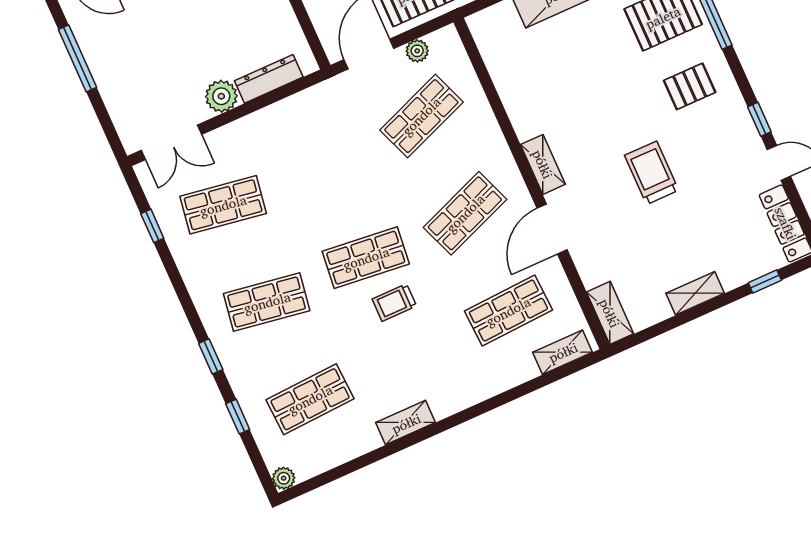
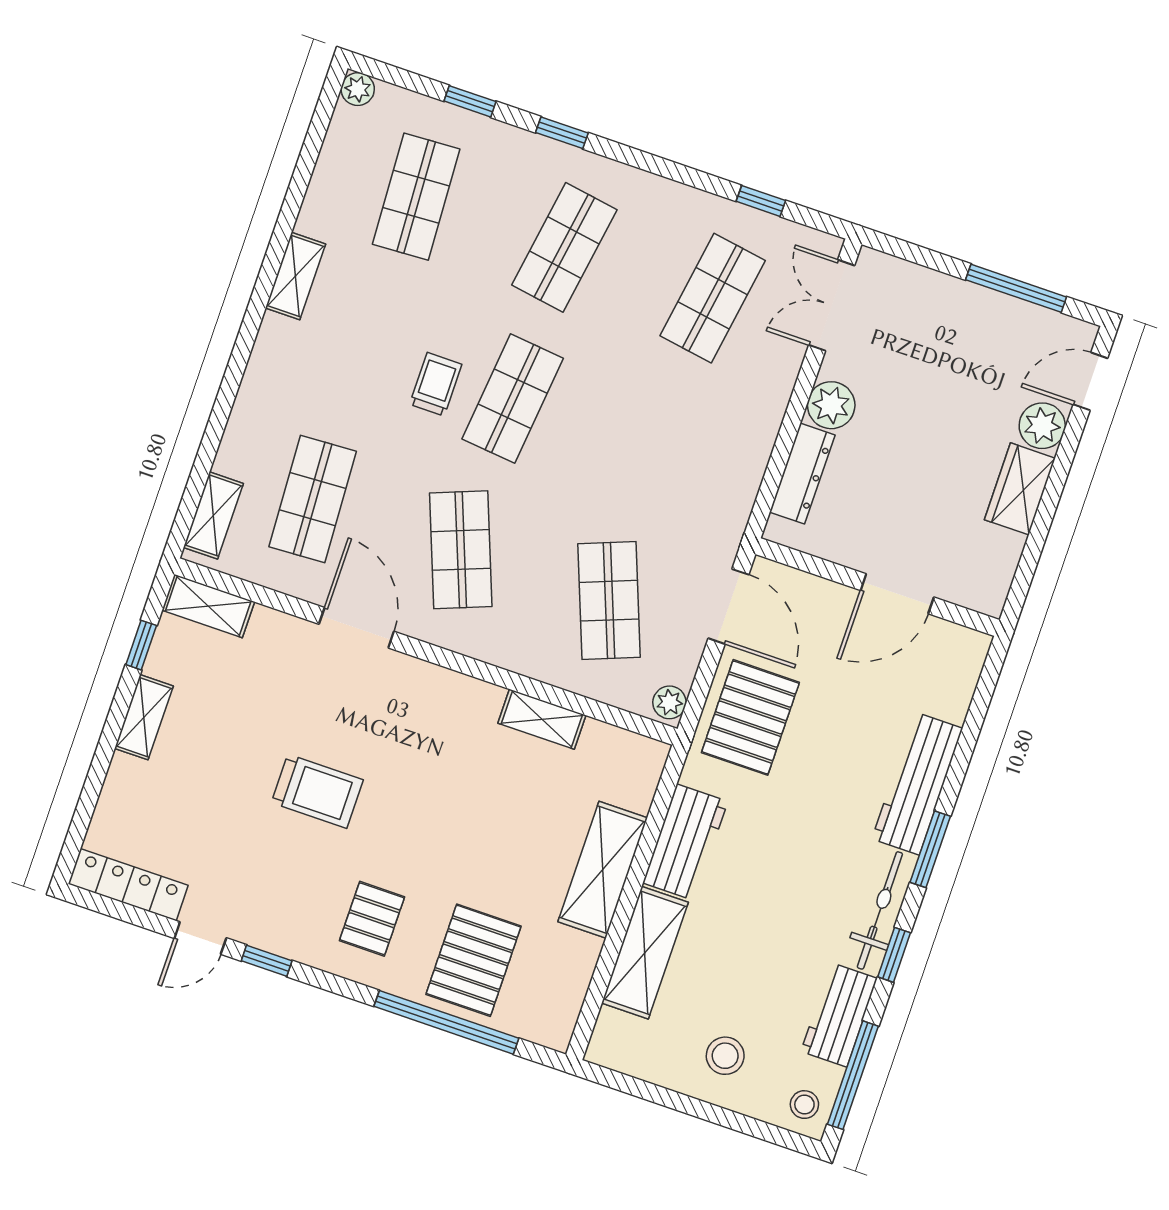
plant: (417, 51) -> (669, 702), moved
shelving: (543, 164) -> (542, 719), moved
window: (765, 281) -> (141, 645), moved

